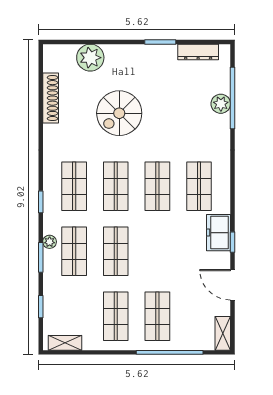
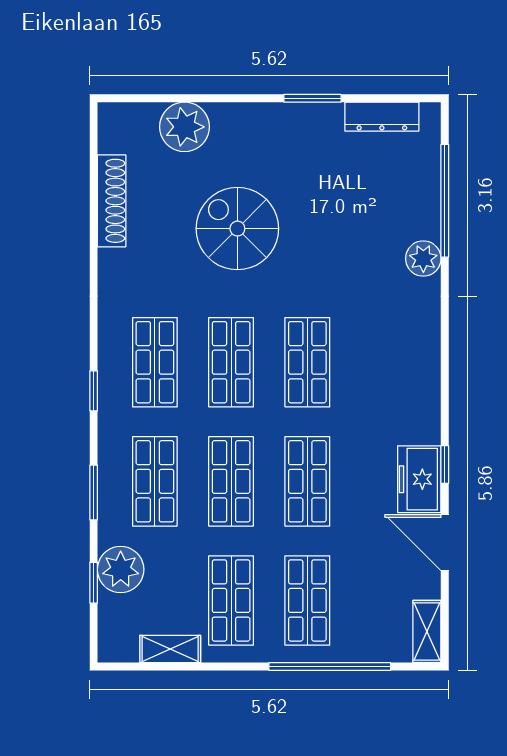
plant: (221, 104) -> (423, 259), moved
spiral stairs: (119, 113) -> (237, 229), turned 90
shop shelf: (199, 186) -> (307, 481), moved
freezer: (219, 233) -> (419, 479), moved
plant: (50, 242) -> (121, 570), moved, width x1.88, depth x1.88
shelving: (65, 343) -> (170, 649), moved

